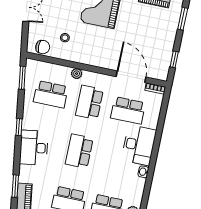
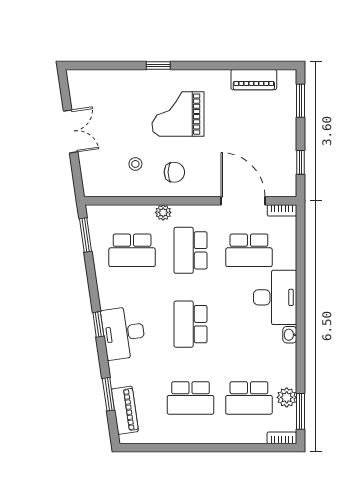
chair: (43, 47) -> (174, 172), moved
window: (19, 127) -> (98, 324), moved

